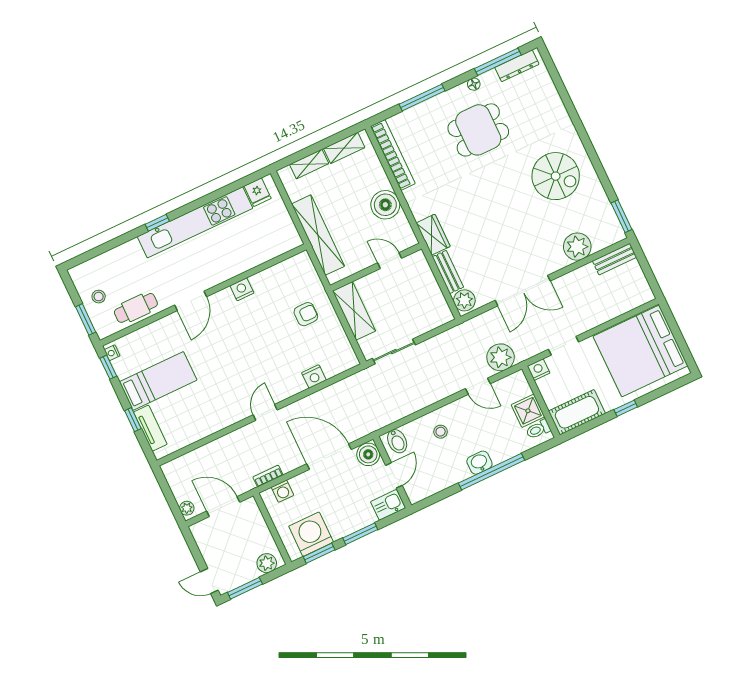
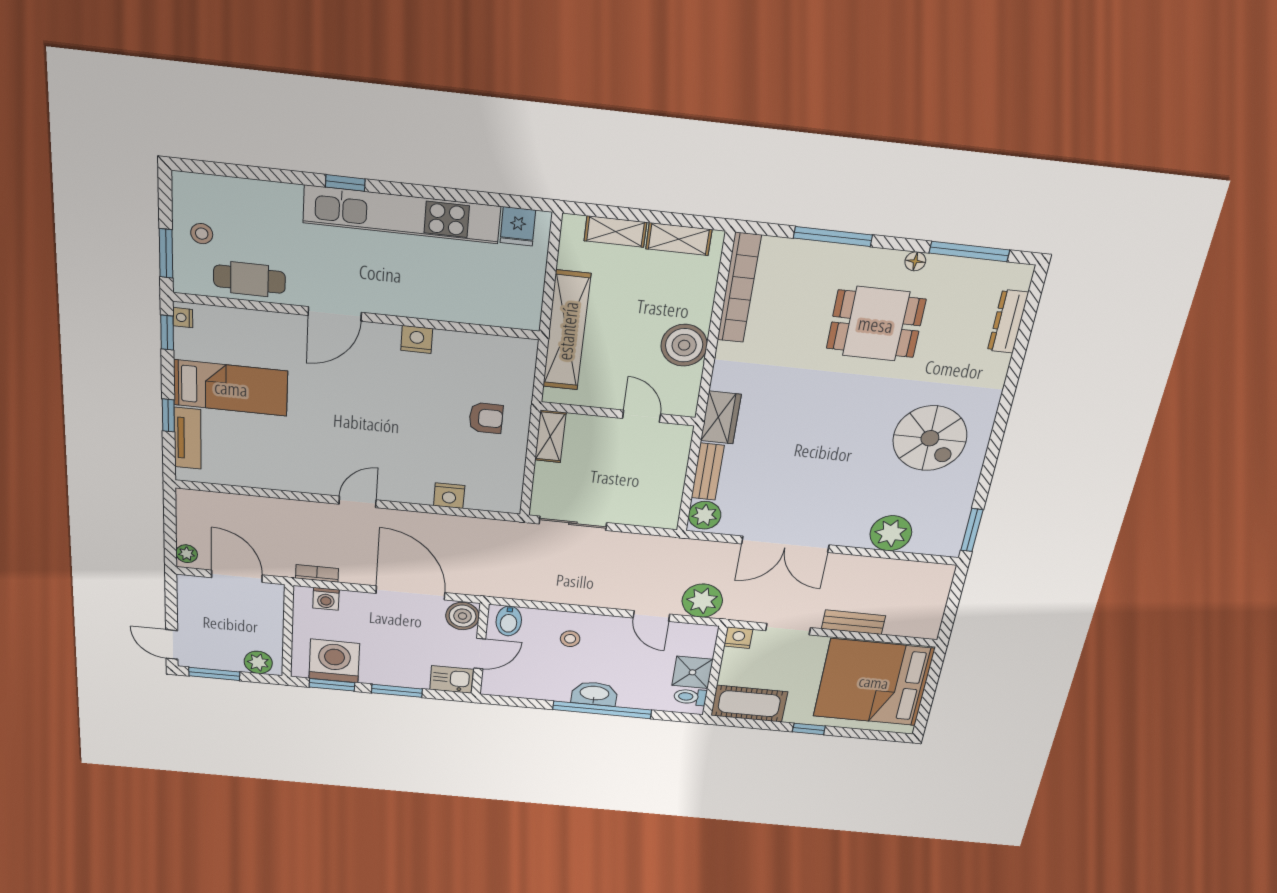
dresser: (517, 66) -> (1008, 321), moved, turned 90
bench: (615, 259) -> (853, 622), moved
shelving: (354, 311) -> (550, 436), width x0.67, depth x0.75
washbasin: (479, 463) -> (594, 694), width x1.38

